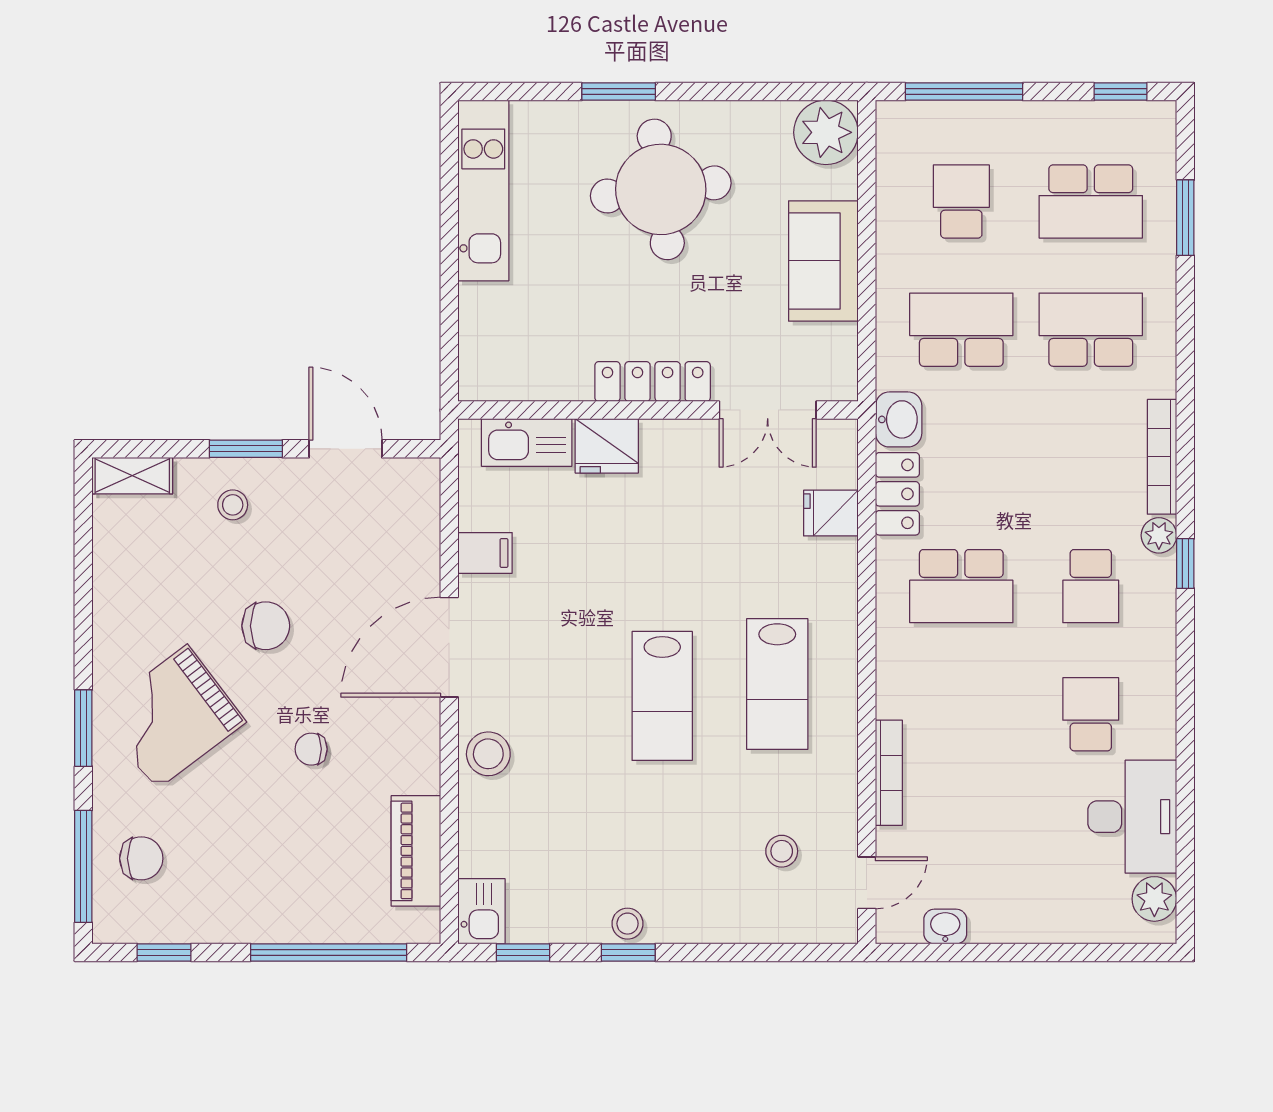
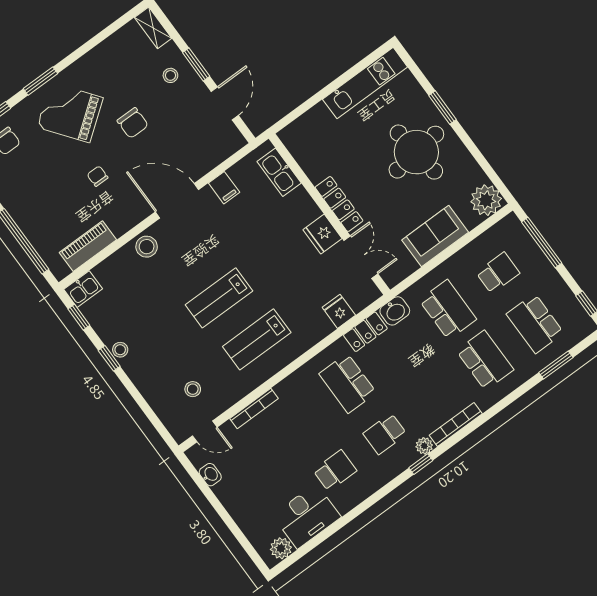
double door: (768, 410) -> (361, 257), swing flipped
fridge: (607, 446) -> (322, 234), moved

